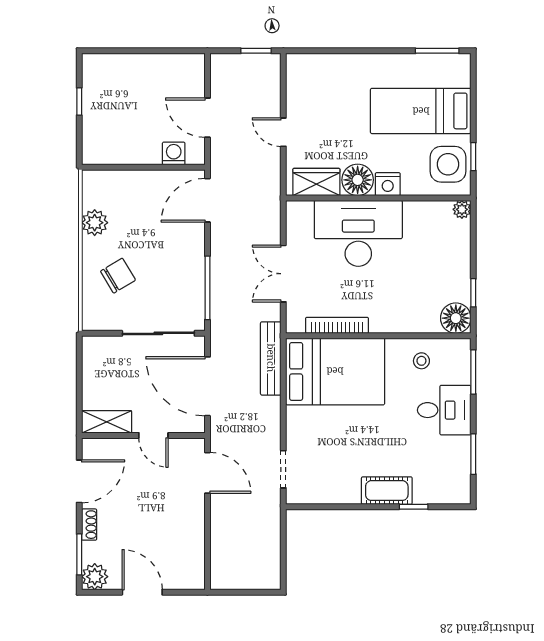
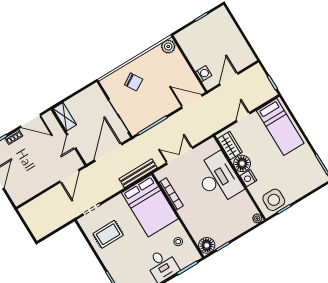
bed: (421, 111) -> (280, 127), moved, turned 180
plant: (95, 223) -> (168, 47), moved
rug: (340, 467) -> (108, 234), added
cot: (387, 491) -> (110, 262), removed

